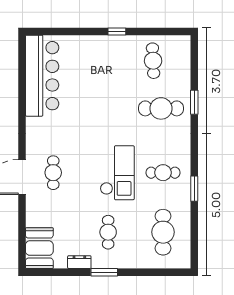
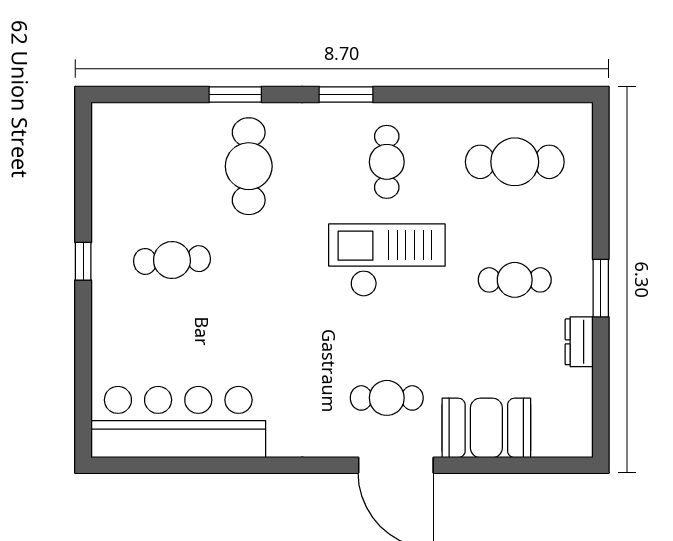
cafe table: (153, 61) -> (172, 260), moved
window: (194, 189) -> (346, 95), moved
booth: (39, 248) -> (486, 428), moved

